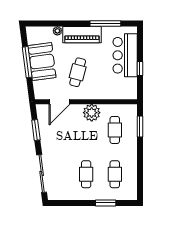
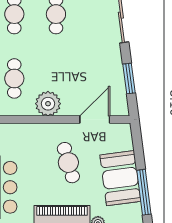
window: (27, 62) -> (144, 192), moved
cafe table: (78, 72) -> (68, 163), turned -31

